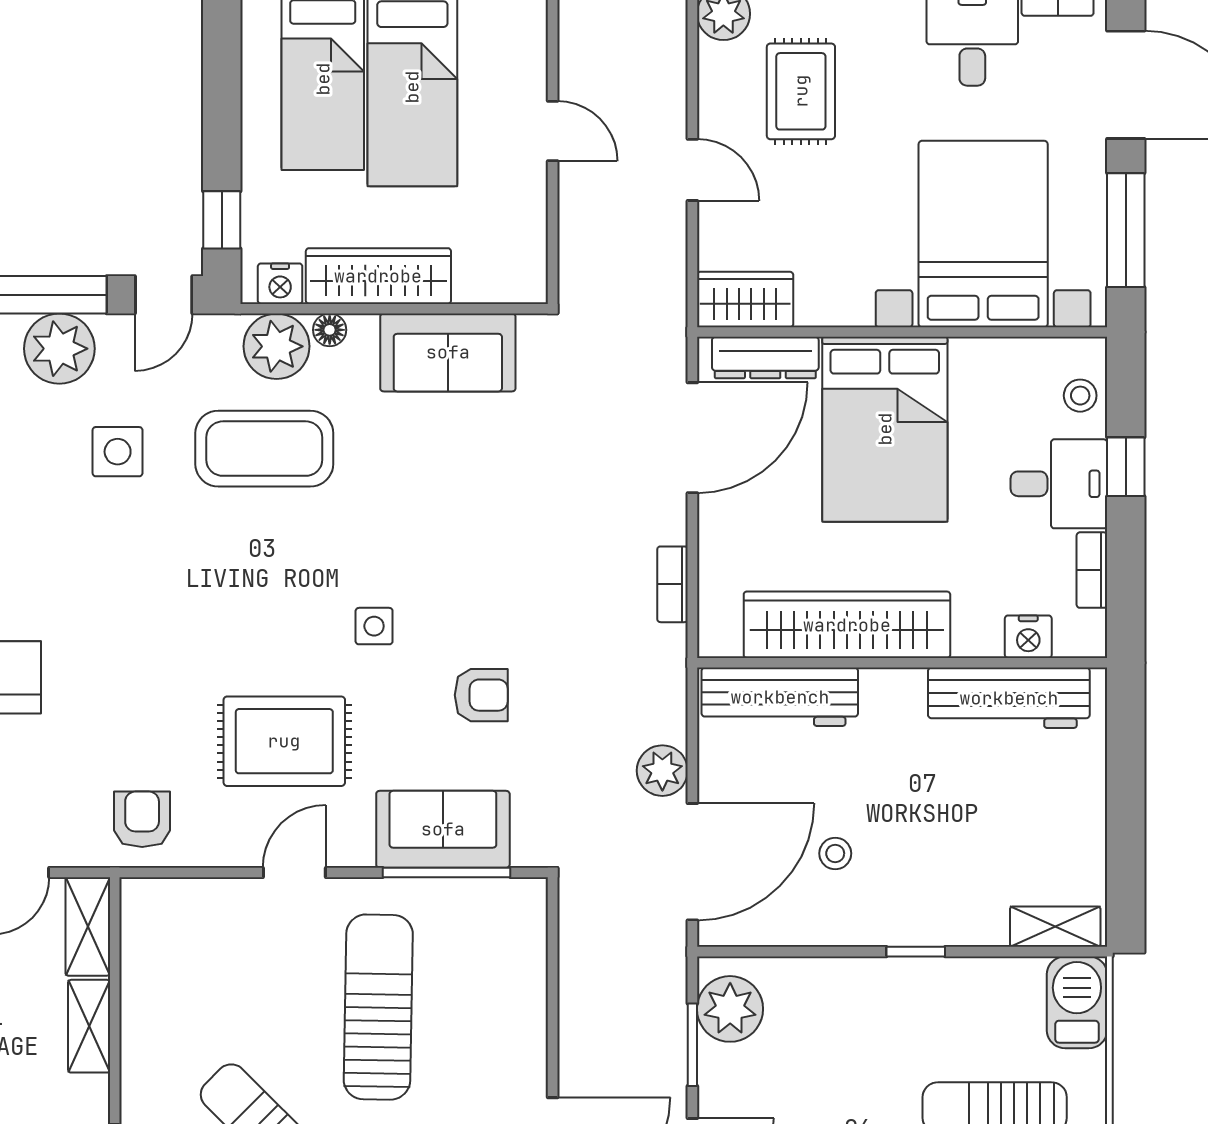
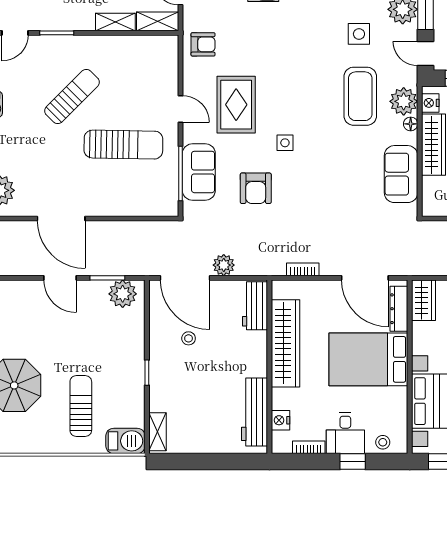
armchair: (481, 695) -> (256, 188), width x1.38, depth x1.38
workbench: (780, 697) -> (255, 306), width x0.73

